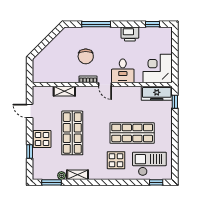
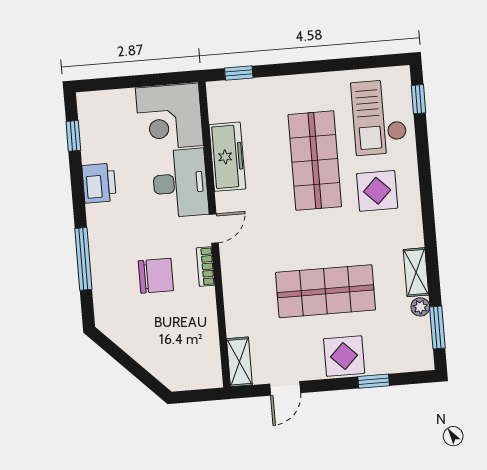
desk: (123, 71) -> (180, 183), width x1.37
shelving: (64, 91) -> (239, 362), moved
freezer: (157, 93) -> (227, 157), moved

